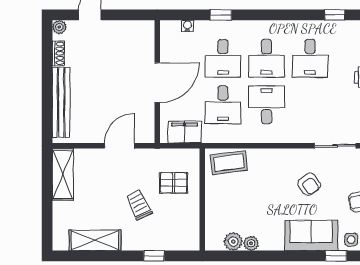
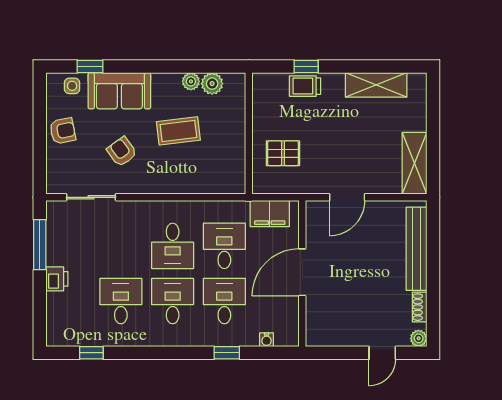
coffee table: (229, 163) -> (178, 131), moved
trolley: (139, 205) -> (305, 86), moved, turned 116

